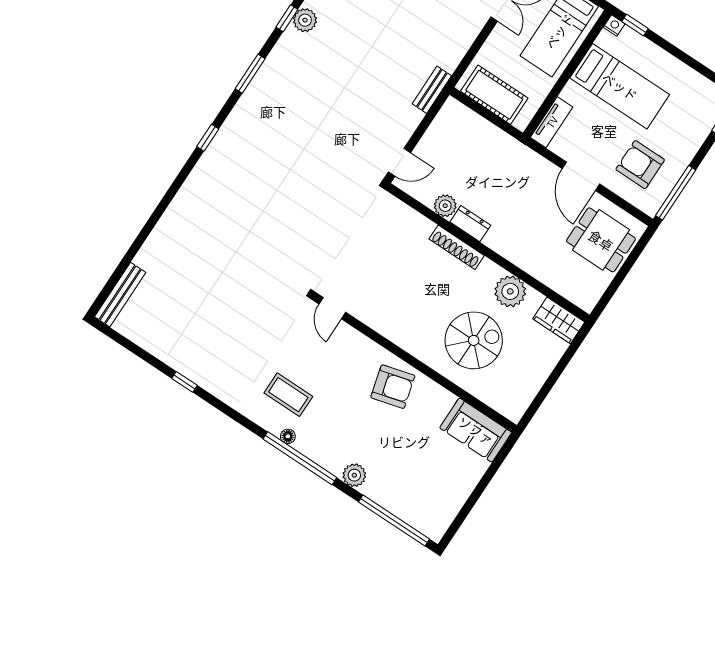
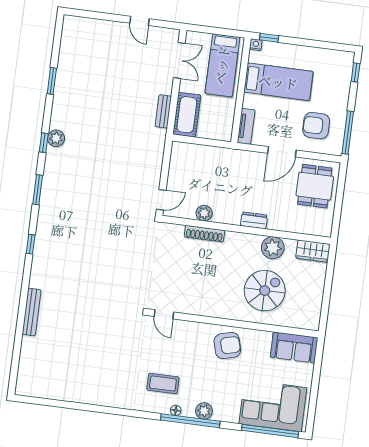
bench: (432, 90) -> (163, 111), moved
cot: (494, 95) -> (187, 115), moved, turned 90
door: (581, 176) -> (282, 152), hinge flipped
dresser: (470, 224) -> (254, 220), moved
dining table: (601, 240) -> (315, 186), turned 90
shoe rack: (457, 247) -> (204, 234), moved
bench: (120, 295) -> (32, 312), moved
window: (184, 382) -> (92, 408), removed
plant: (354, 475) -> (204, 411), moved
corner sofa: (413, 490) -> (273, 406), added

